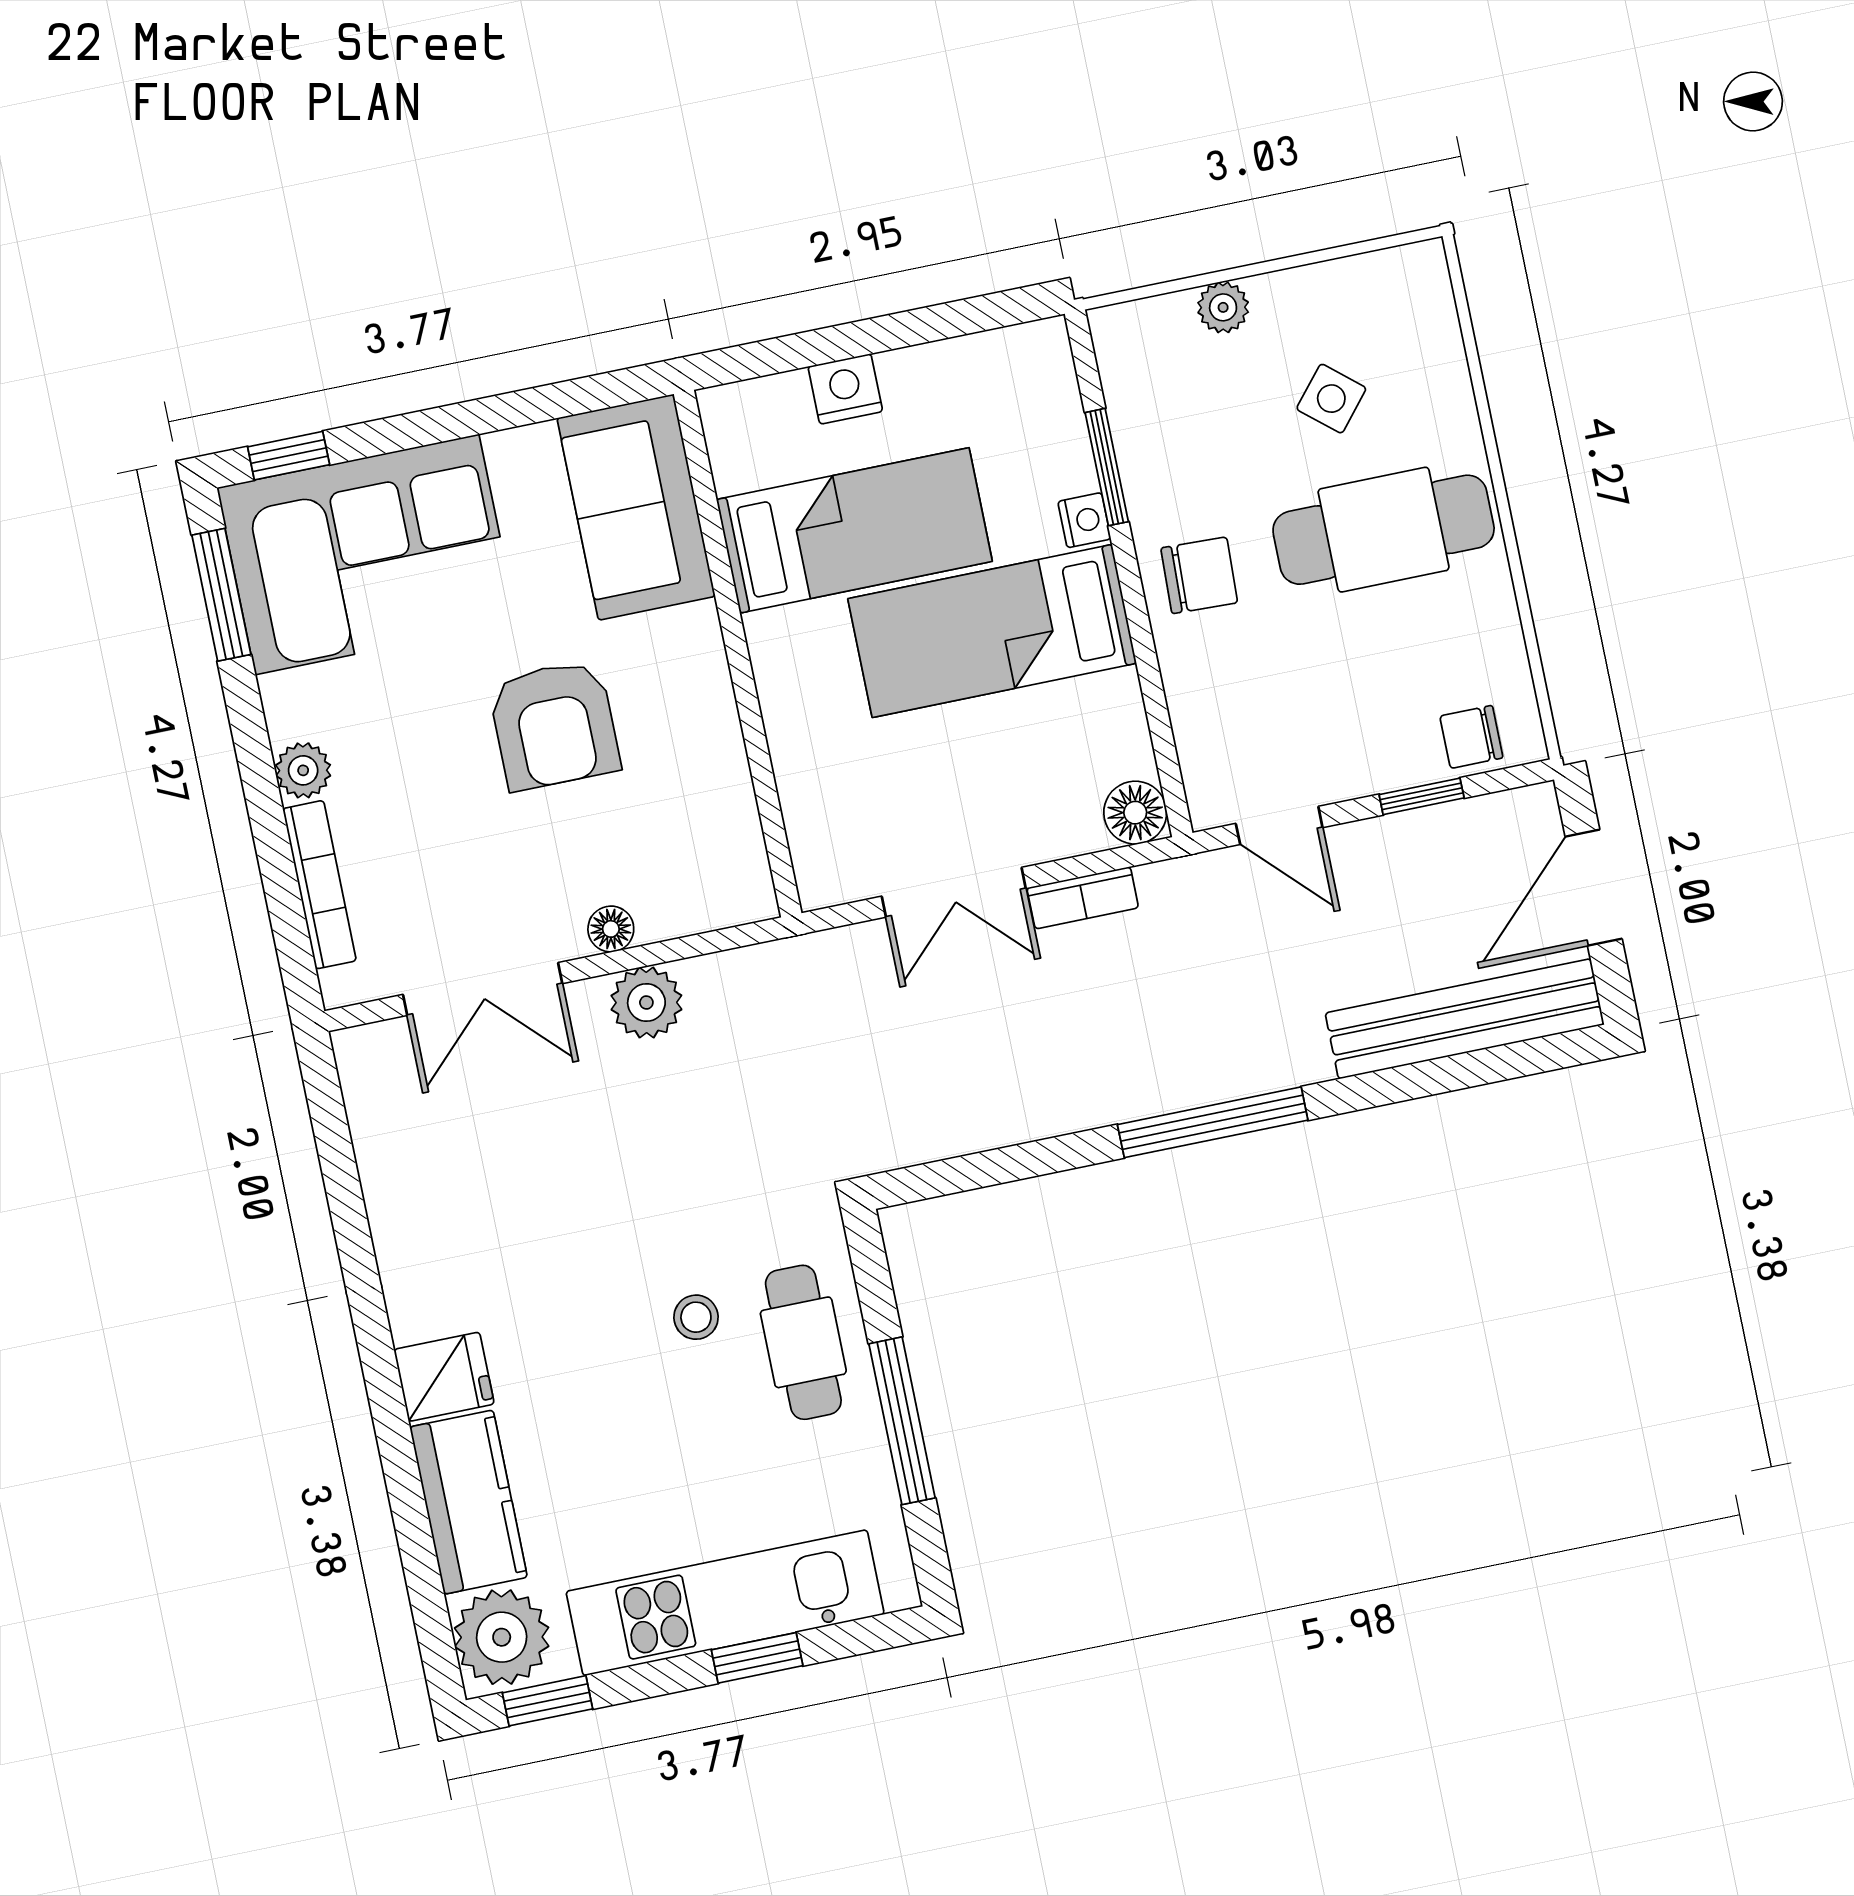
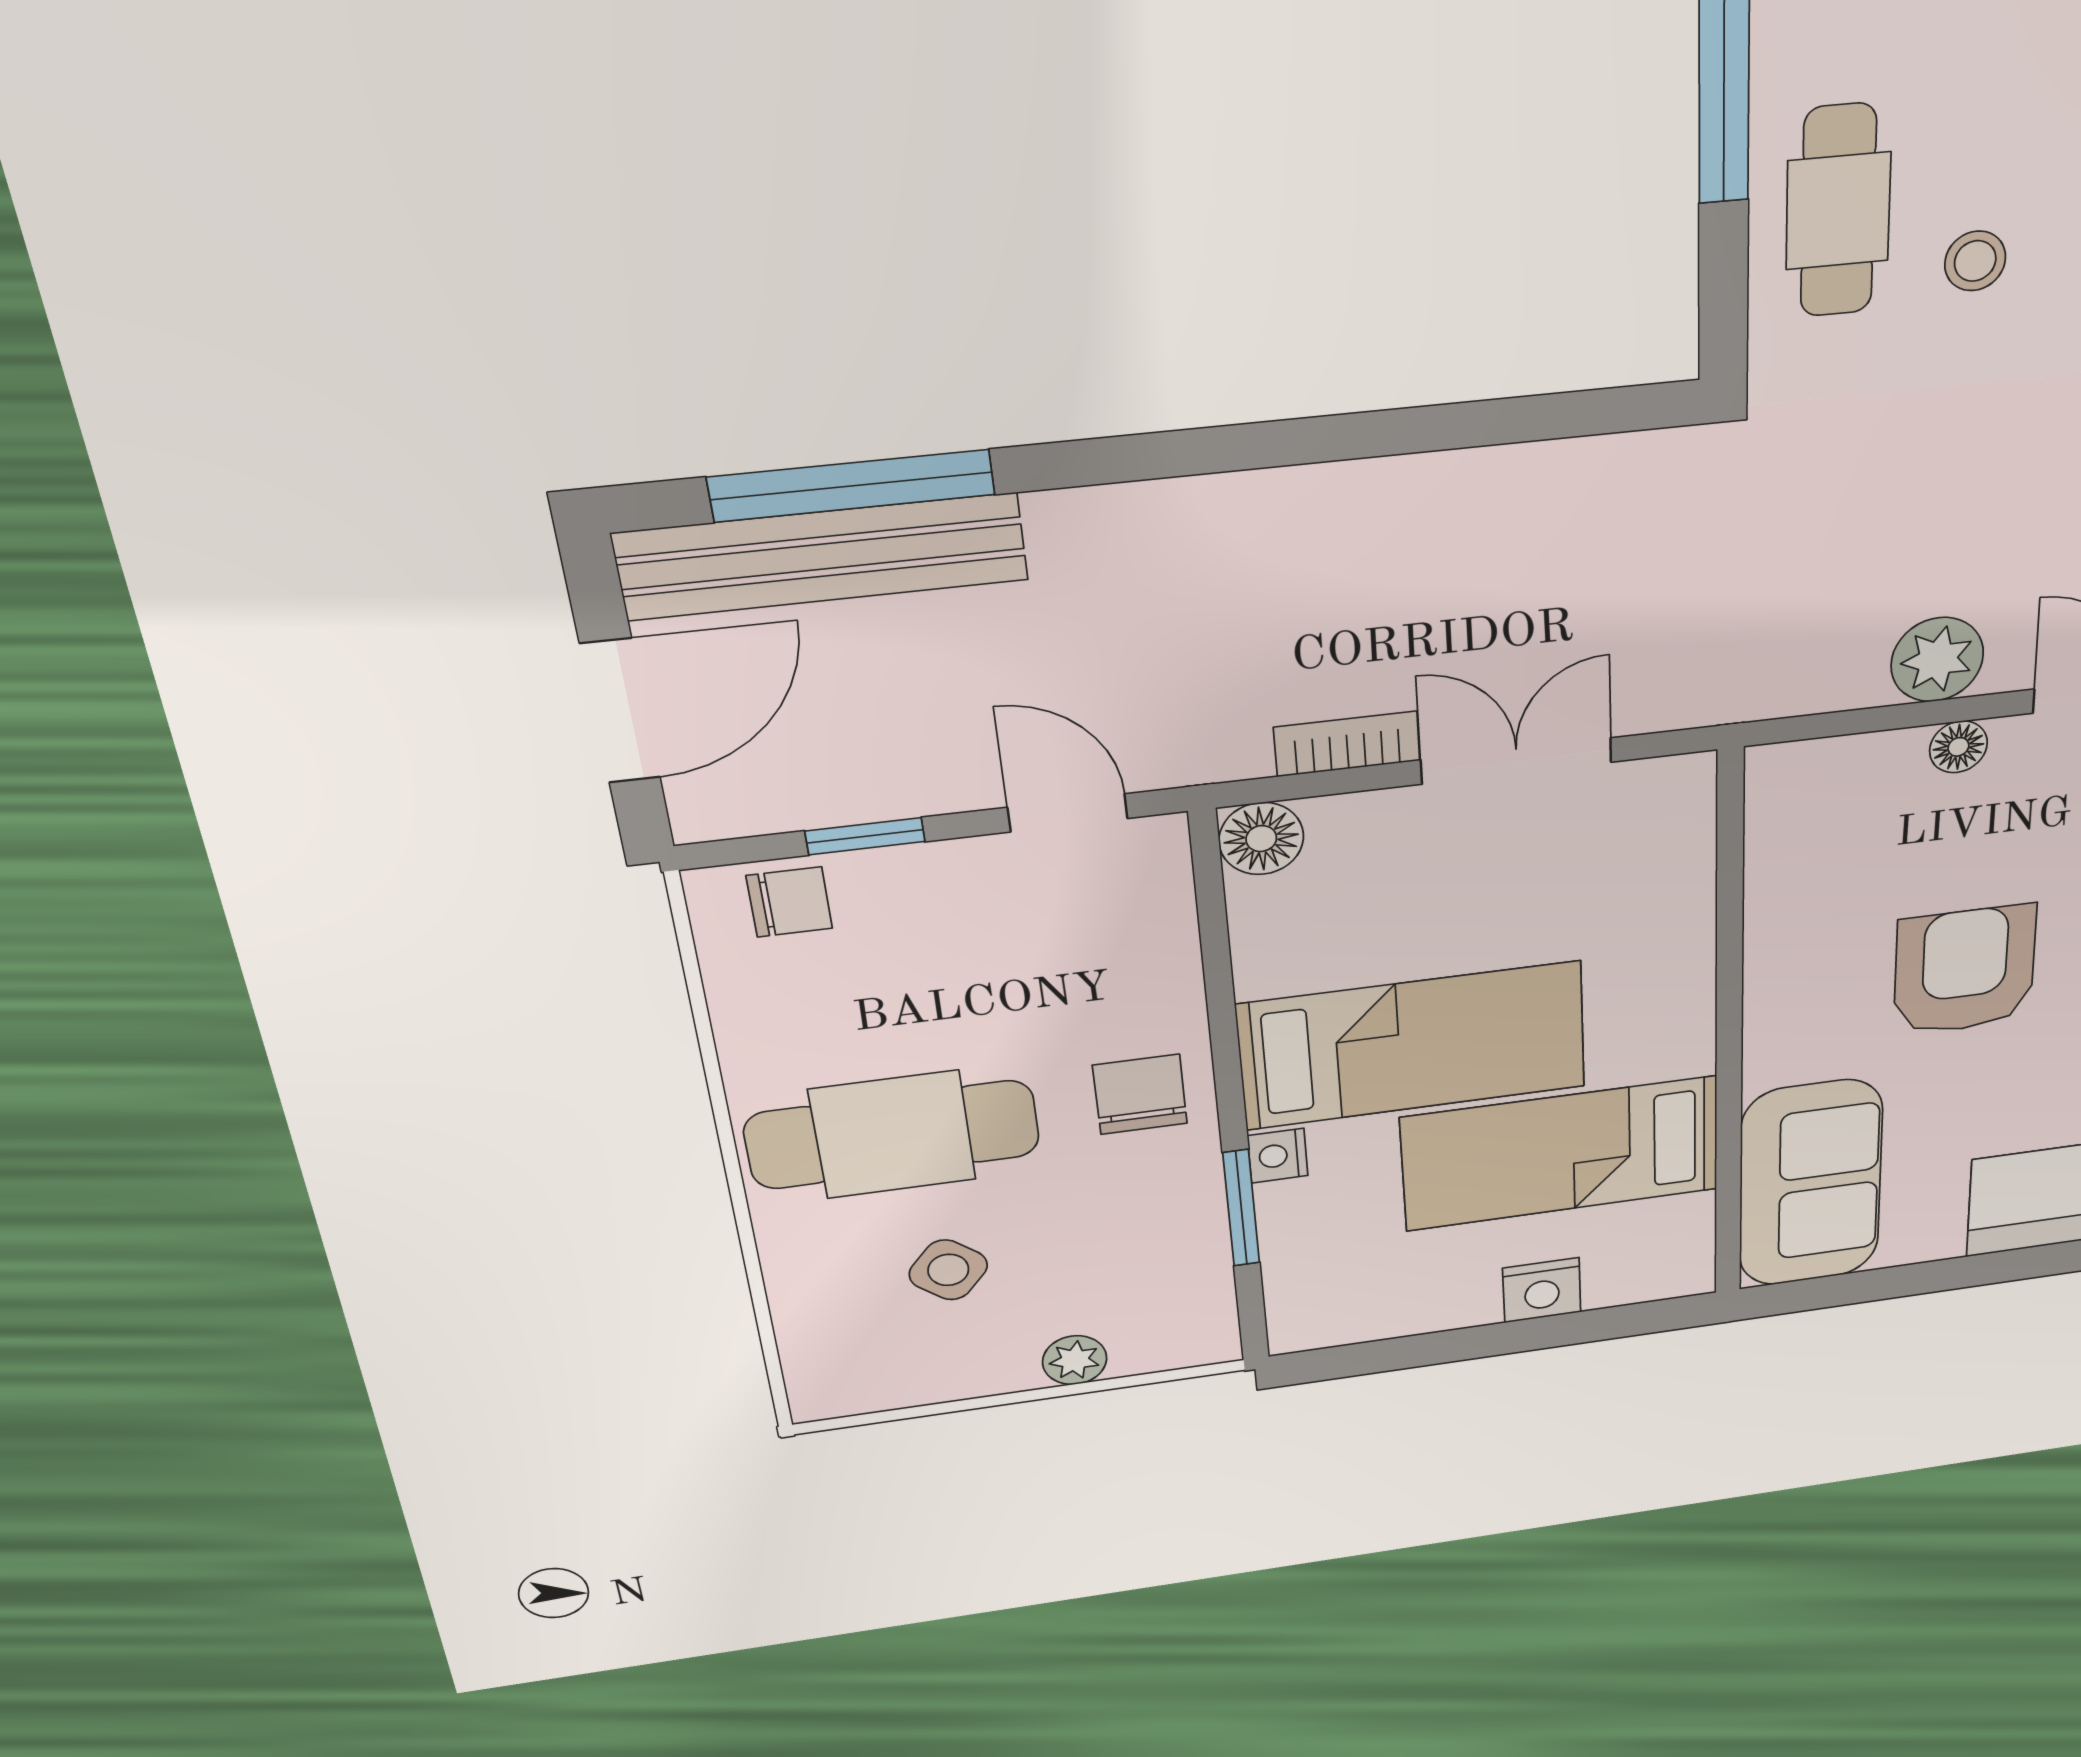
chair: (1199, 575) -> (1140, 1094), turned 88
window: (1213, 1122) -> (852, 486), moved

